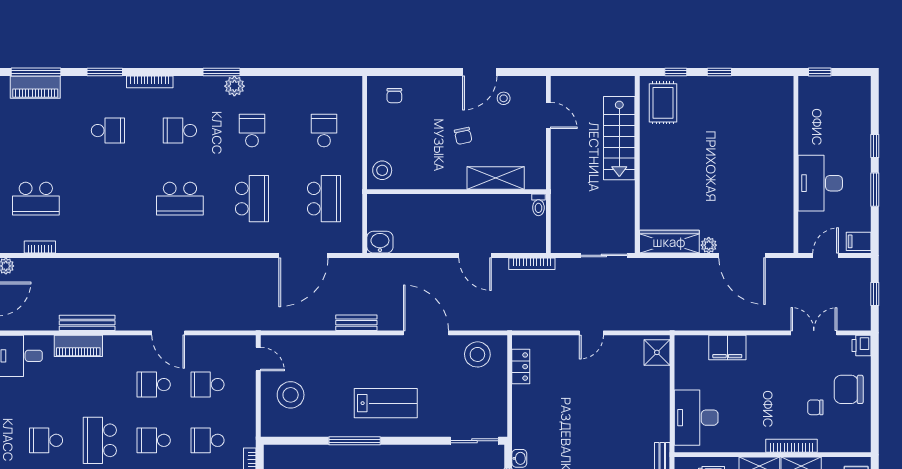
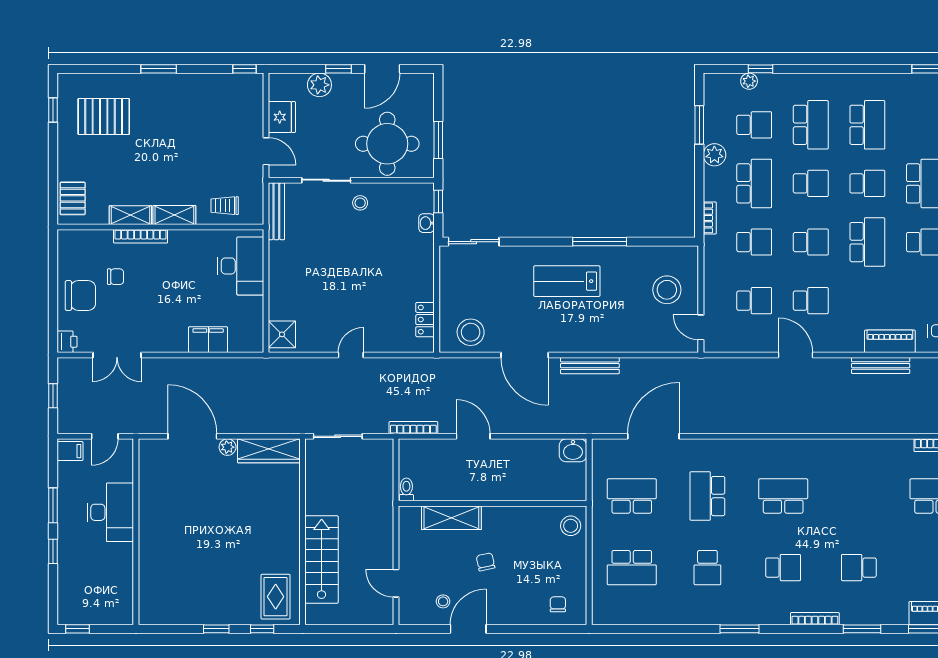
window: (820, 72) -> (78, 629), moved
plant: (234, 86) -> (726, 614), removed
school desk: (324, 131) -> (632, 568), width x1.85
school desk: (324, 199) -> (632, 496), turned 90
bench: (356, 323) -> (590, 366), width x1.36

